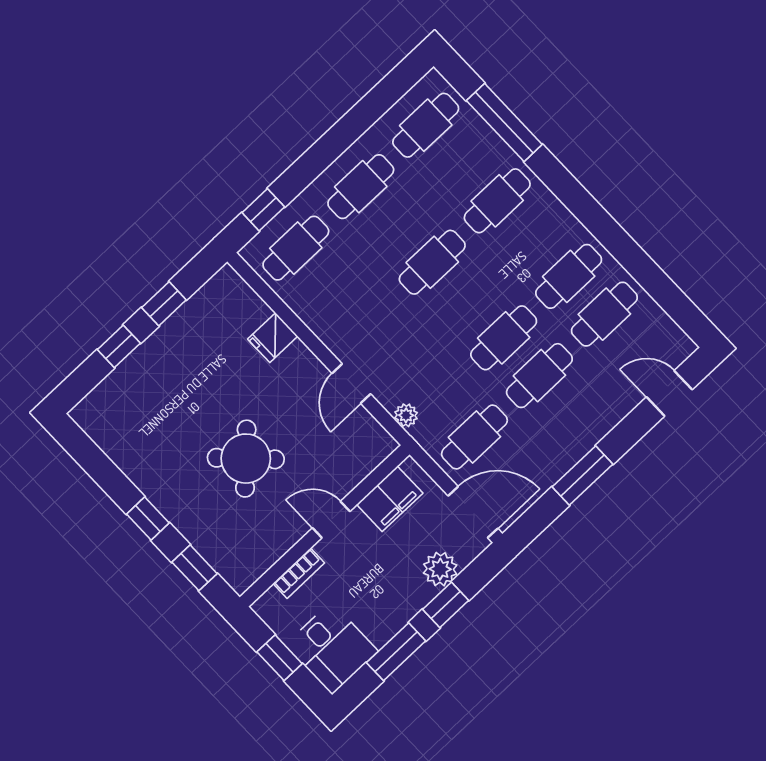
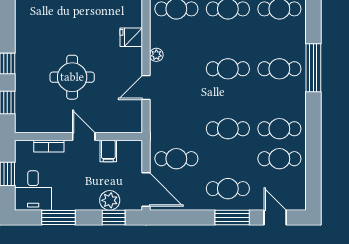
window: (504, 122) -> (313, 68), moved
cafe table: (539, 376) -> (228, 189), moved
plant: (406, 415) -> (156, 55), moved
round table: (246, 459) -> (72, 77), turned 45
window: (582, 475) -> (232, 218), moved
filing cabinet: (390, 499) -> (108, 151), width x0.50
window: (446, 605) -> (114, 218), moved

